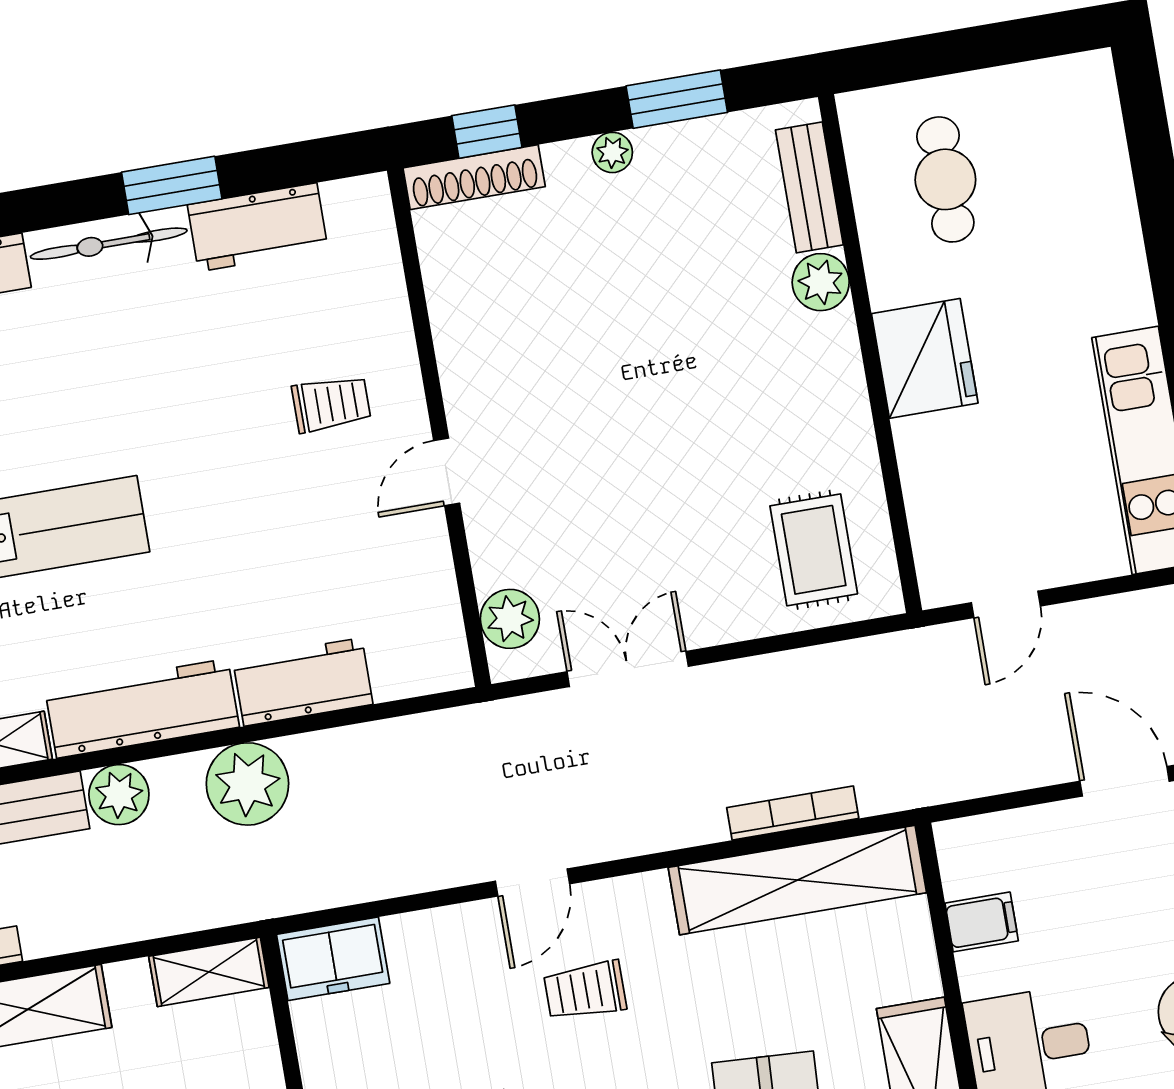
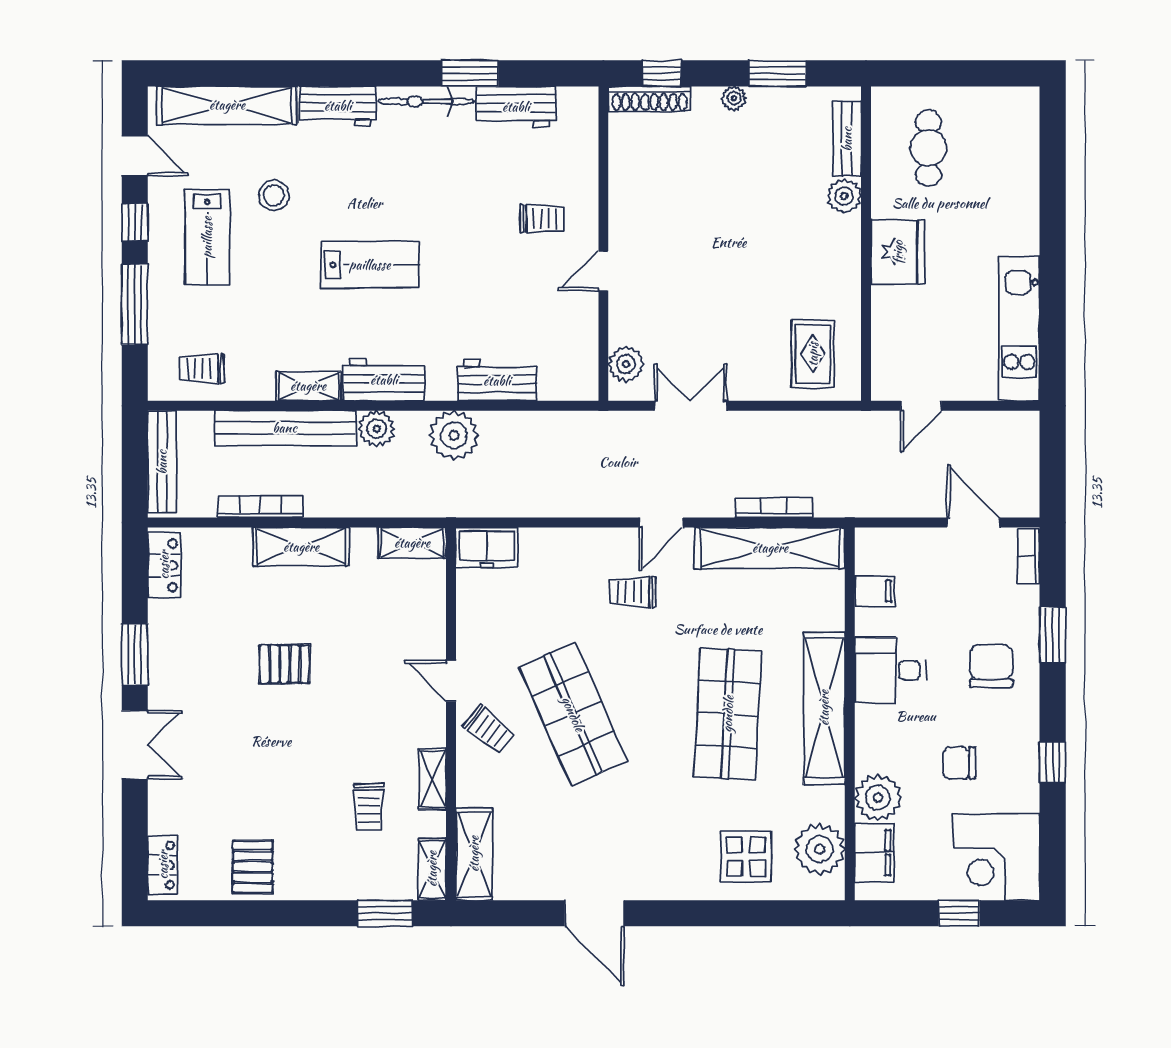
workbench: (142, 708) -> (384, 380), width x0.73
door: (532, 882) -> (661, 522), moved

